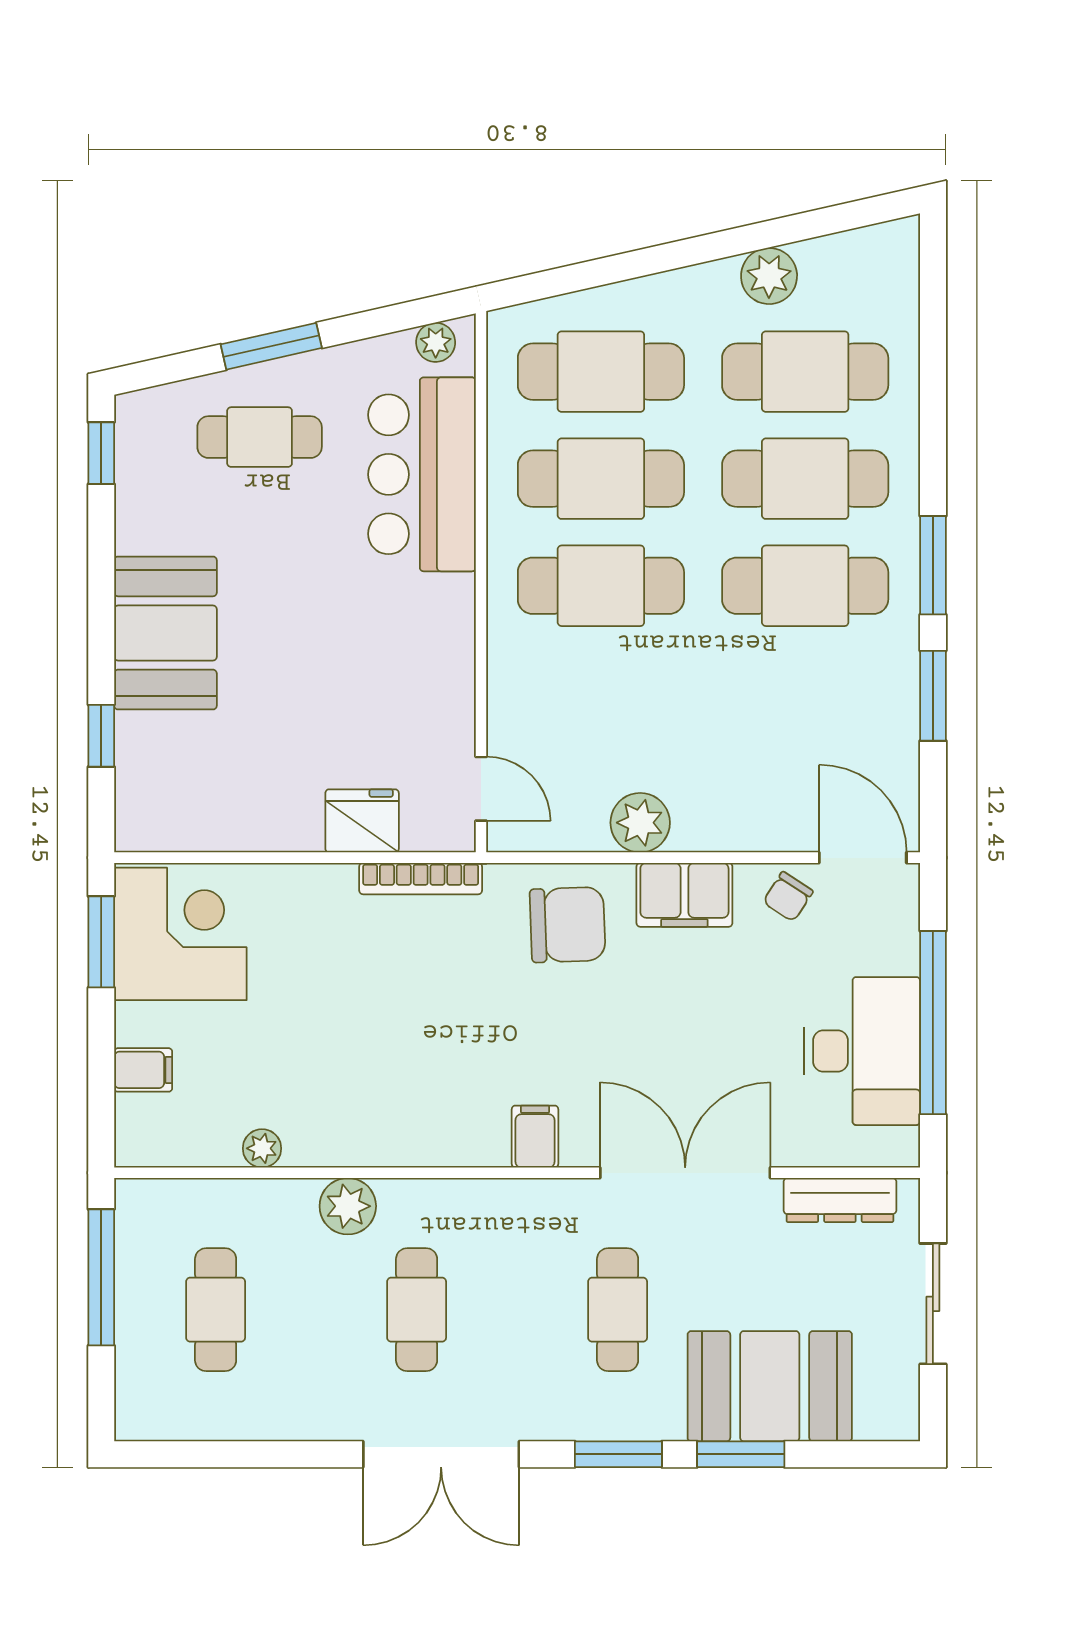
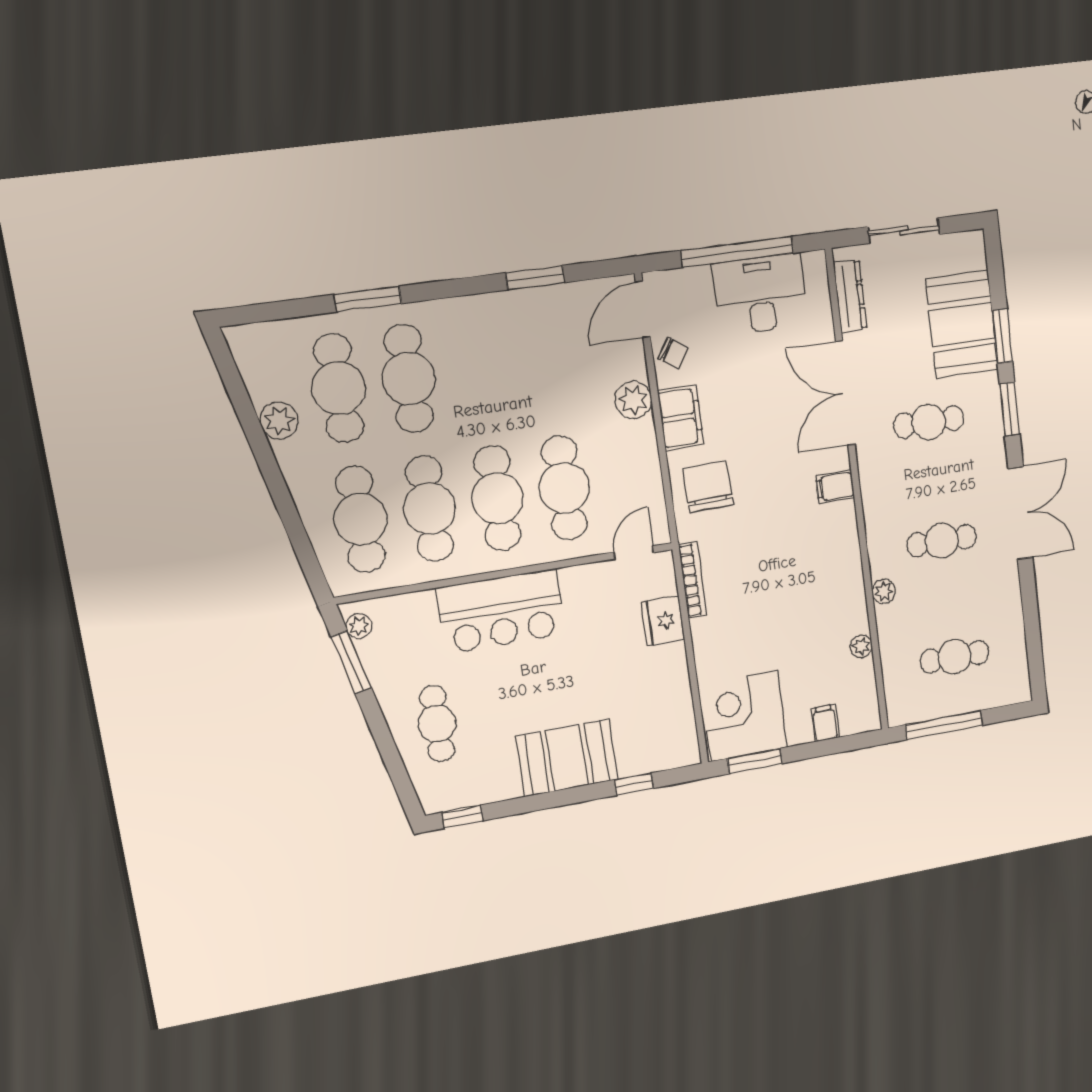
window: (271, 346) -> (351, 662), moved
bar counter: (422, 474) -> (501, 611), moved
window: (933, 565) -> (368, 299), moved
cafe table: (805, 586) -> (564, 488), moved
plant: (640, 823) -> (633, 400), moved
plant: (348, 1206) -> (884, 592), width x0.73, depth x0.73

